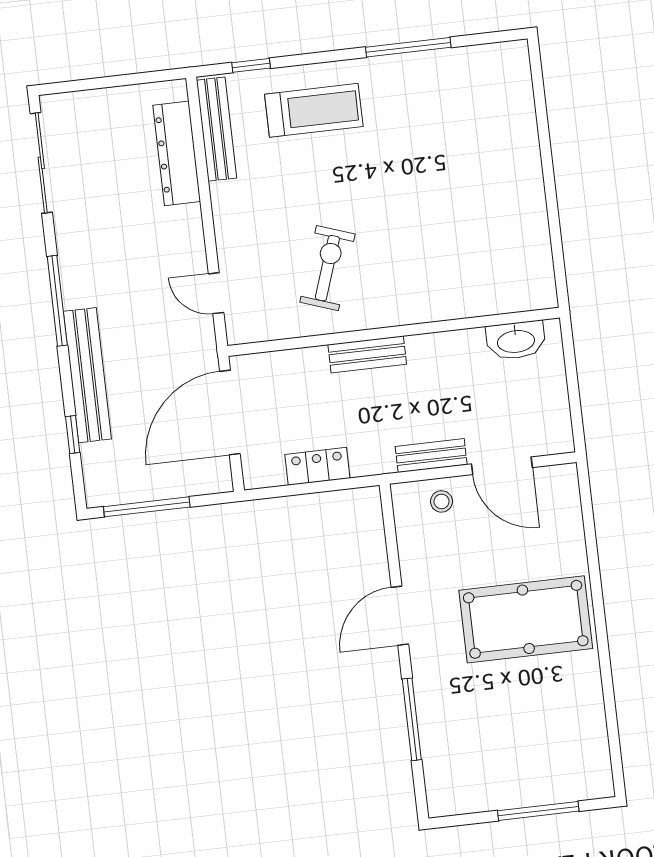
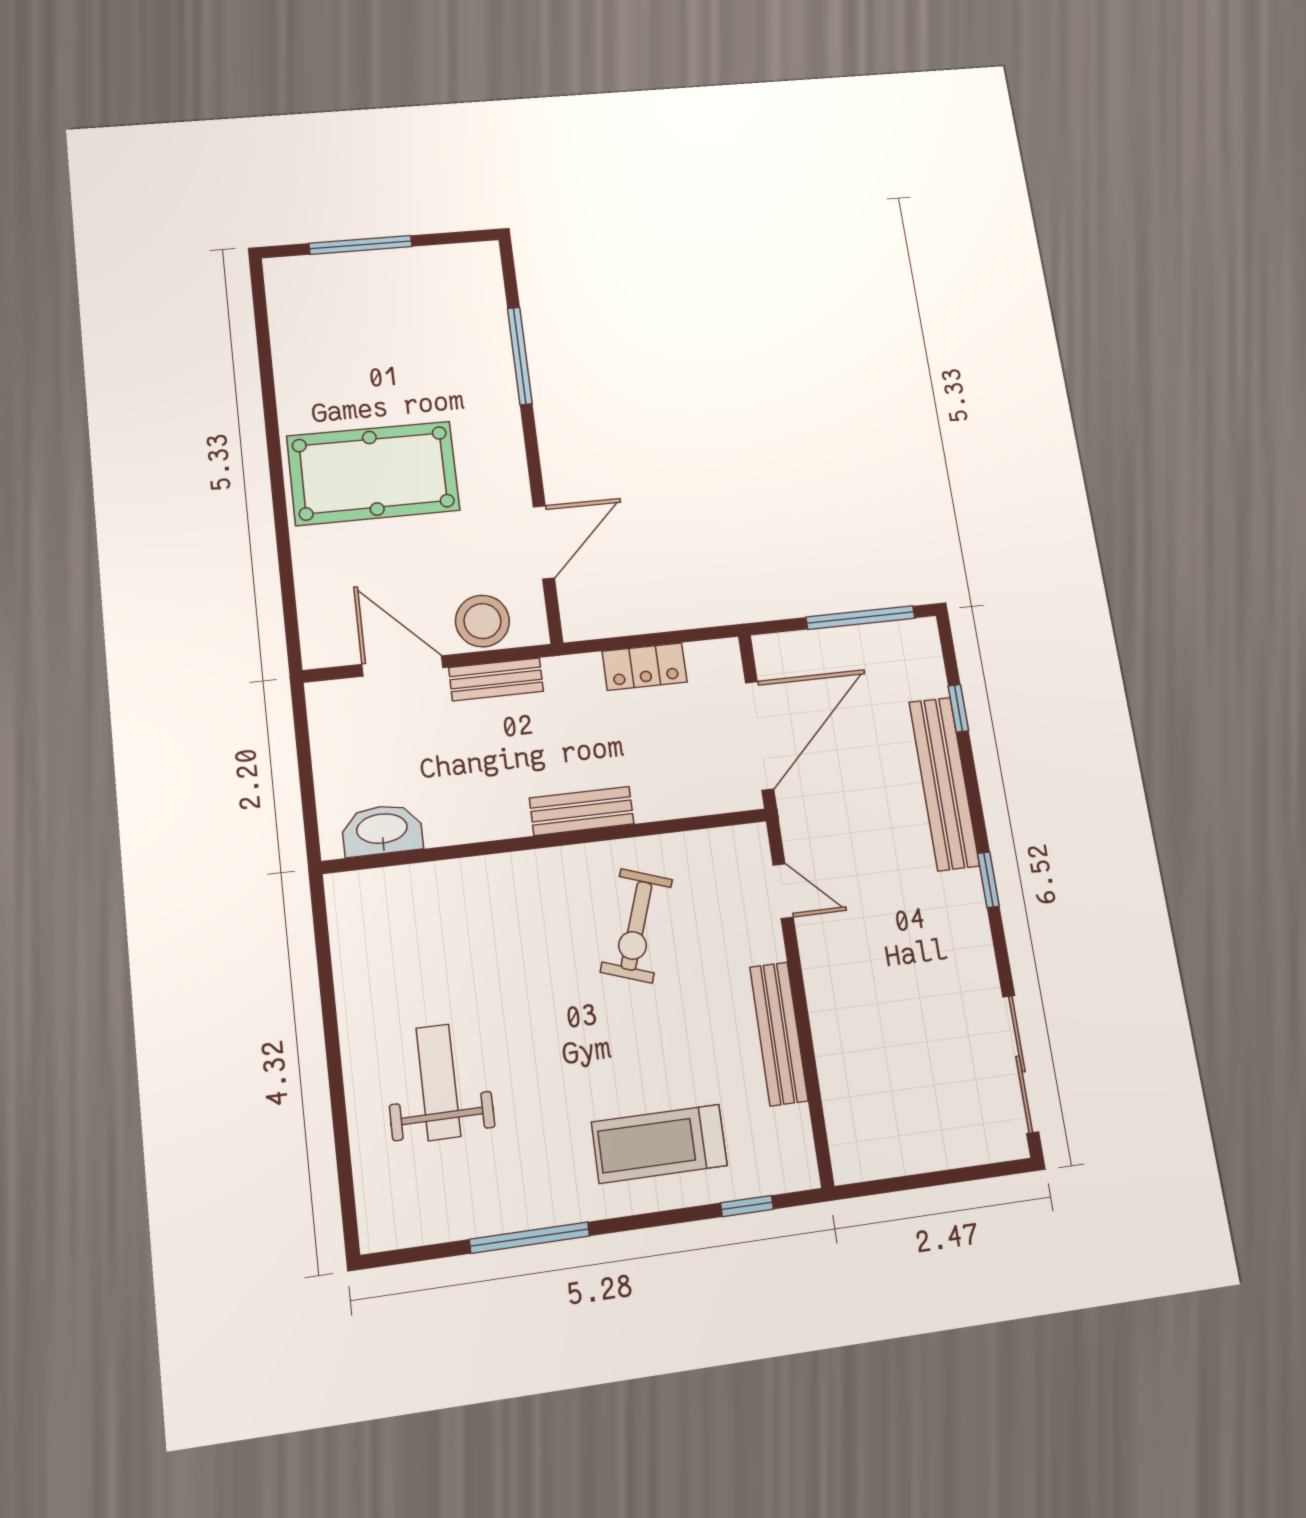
bench: (216, 129) -> (779, 1034), moved
dresser: (177, 153) -> (843, 1080), removed
weight bench: (473, 157) -> (438, 1082), added
window: (57, 301) -> (988, 880), width x0.46
stool: (441, 501) -> (482, 621), width x1.89, depth x1.89
door: (400, 616) -> (544, 542), moved

